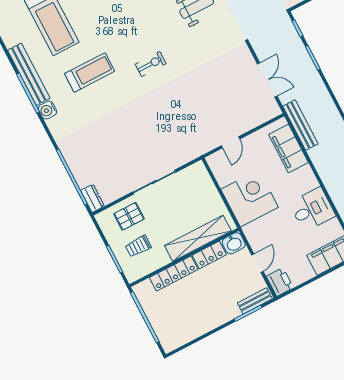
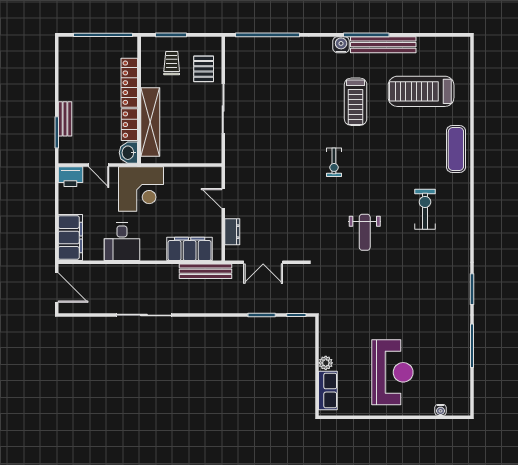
dresser: (93, 198) -> (232, 232), moved, turned -90
corner desk: (250, 198) -> (141, 189), moved
bench: (255, 301) -> (65, 119), moved

